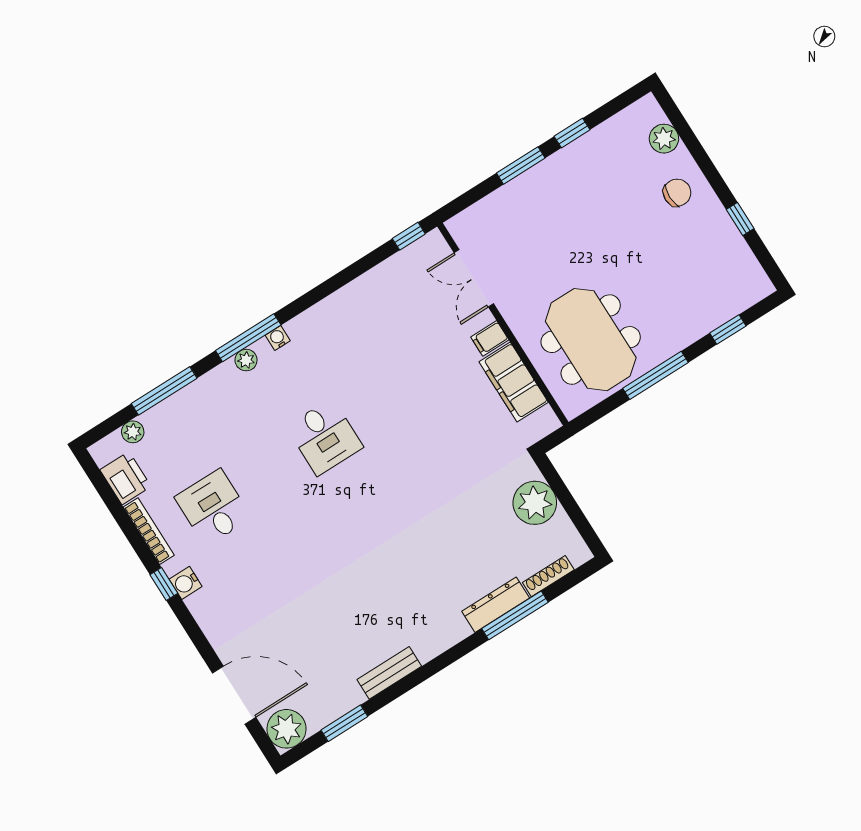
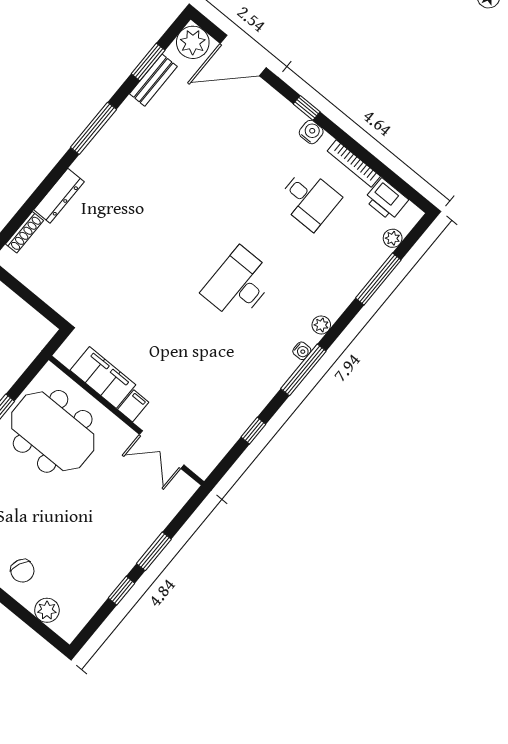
chair: (677, 193) -> (22, 571), turned -65
window: (409, 236) -> (253, 431), moved
double door: (474, 278) -> (162, 450), swing flipped
window: (248, 338) -> (303, 370), moved
desk: (325, 437) -> (239, 284), width x1.37
plant: (535, 503) -> (54, 287), removed
window: (164, 584) -> (307, 108), moved
window: (515, 615) -> (93, 128), moved
bench: (389, 673) -> (153, 80), moved

